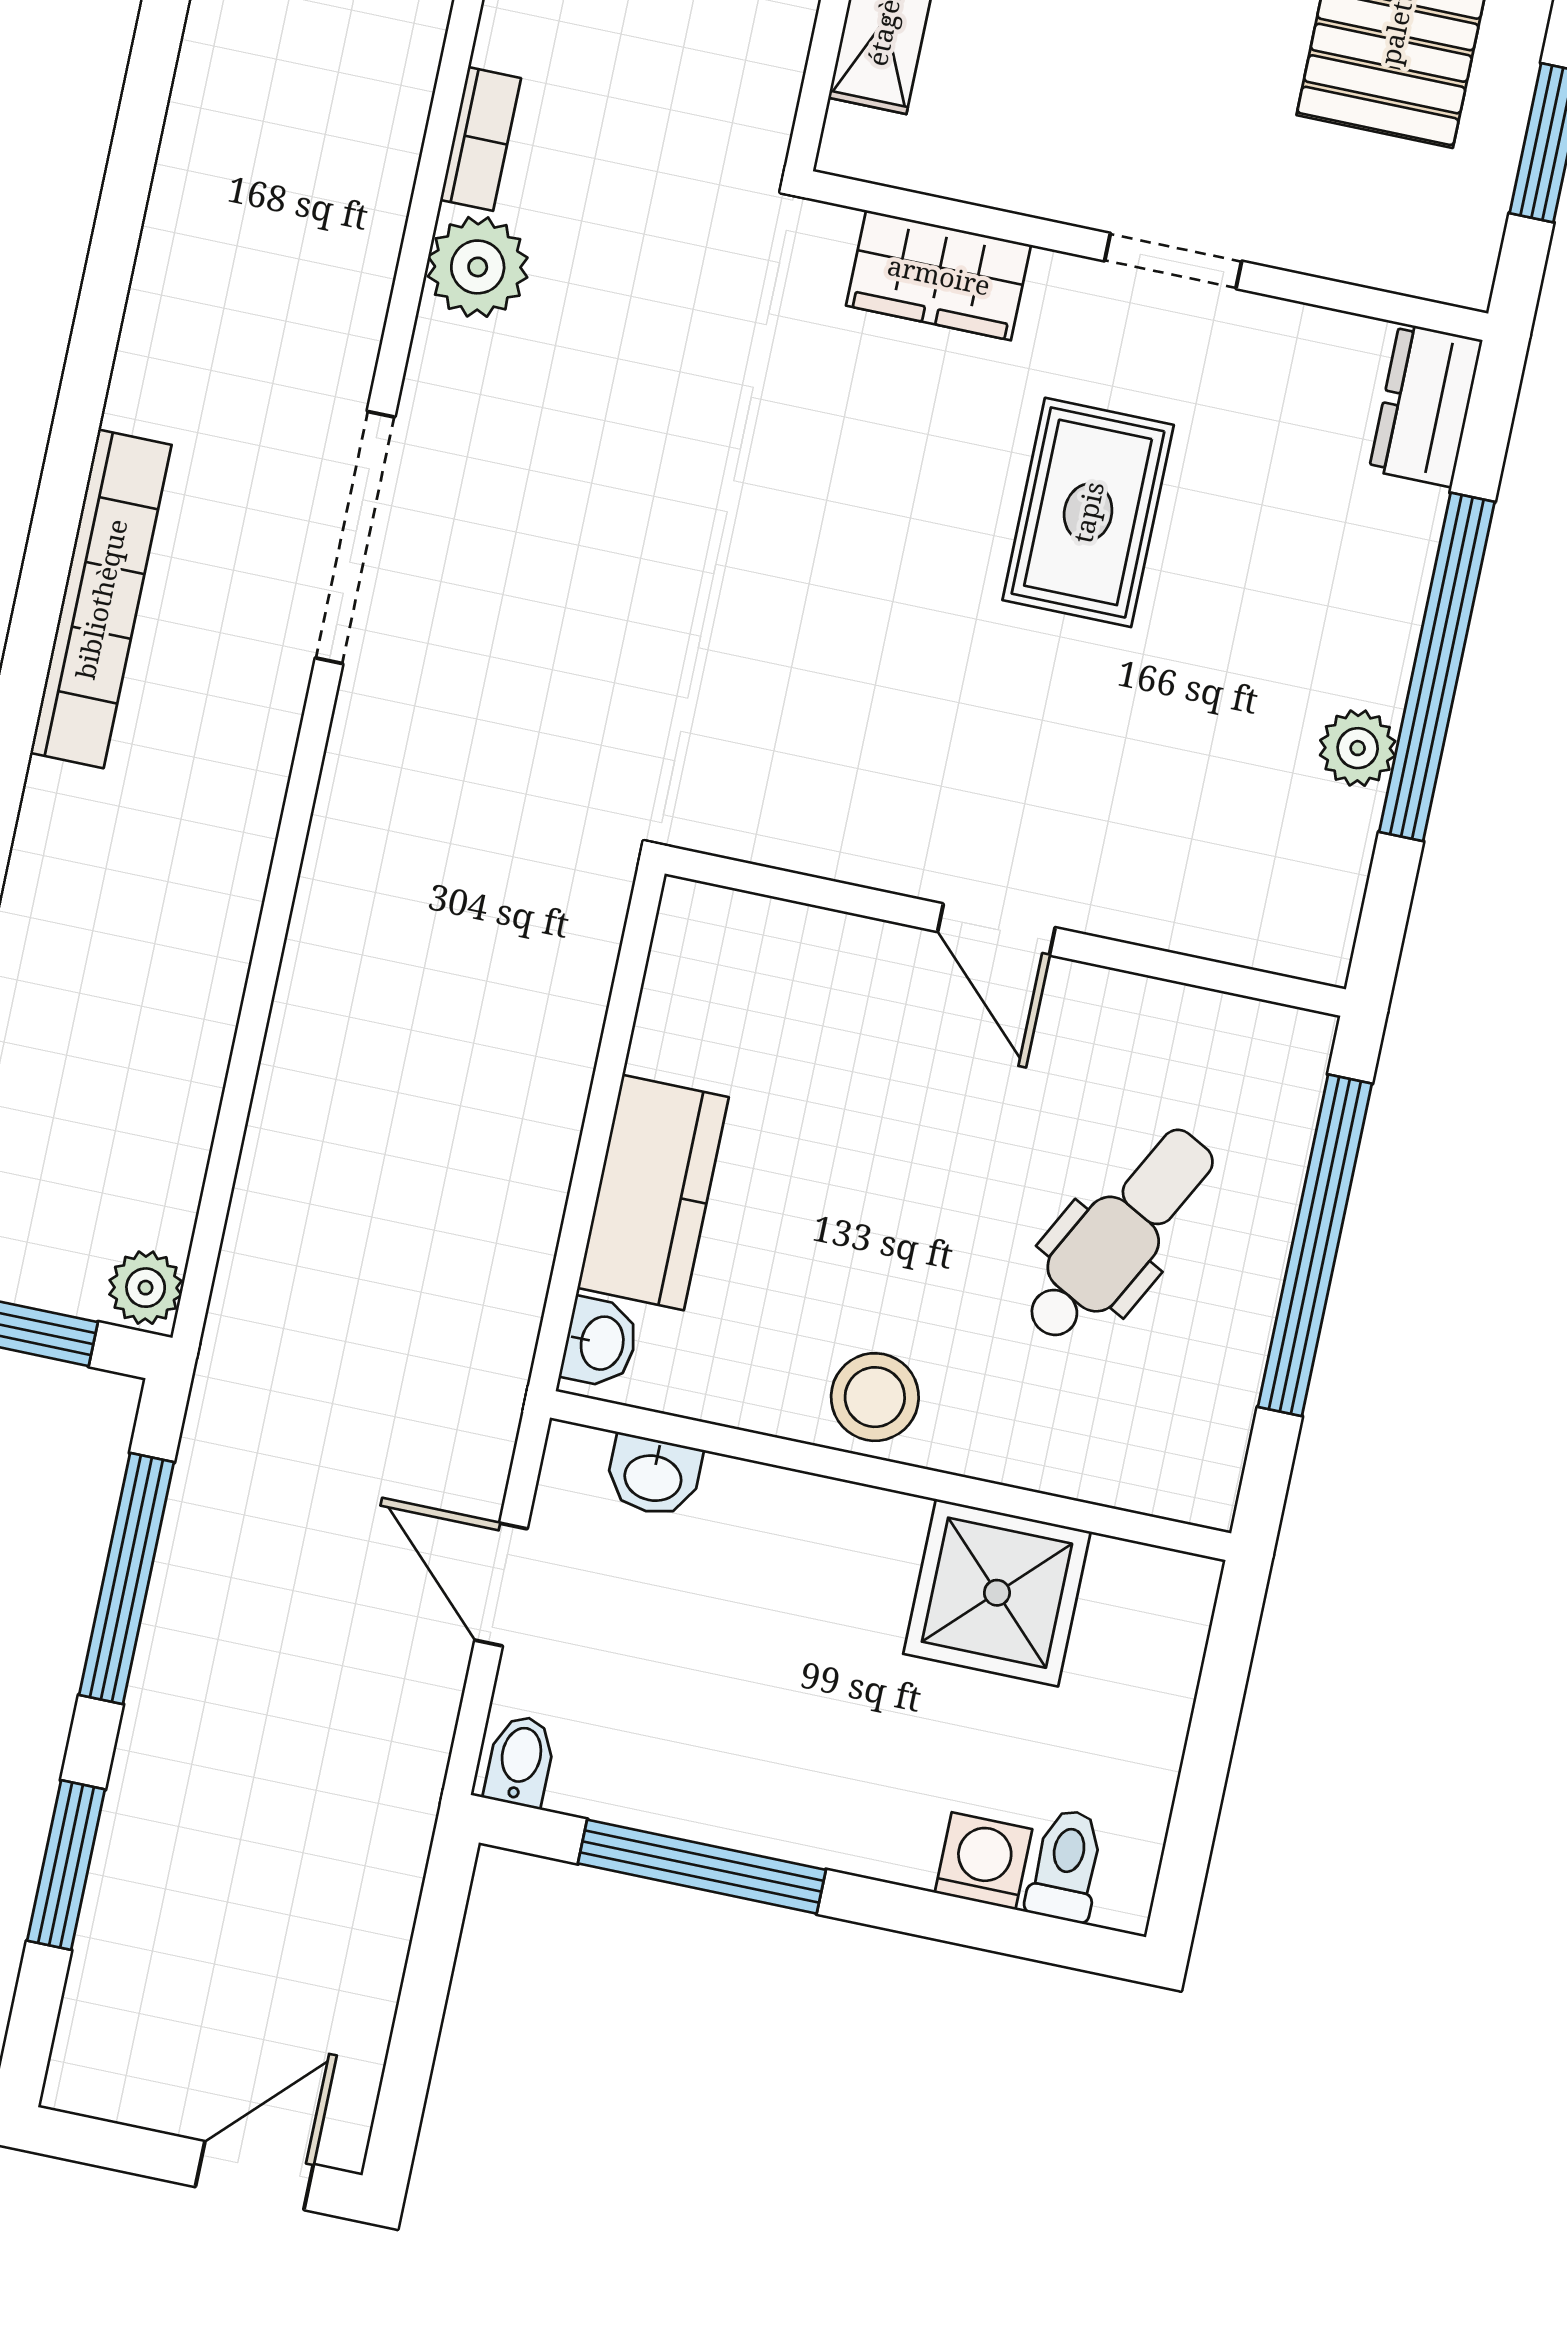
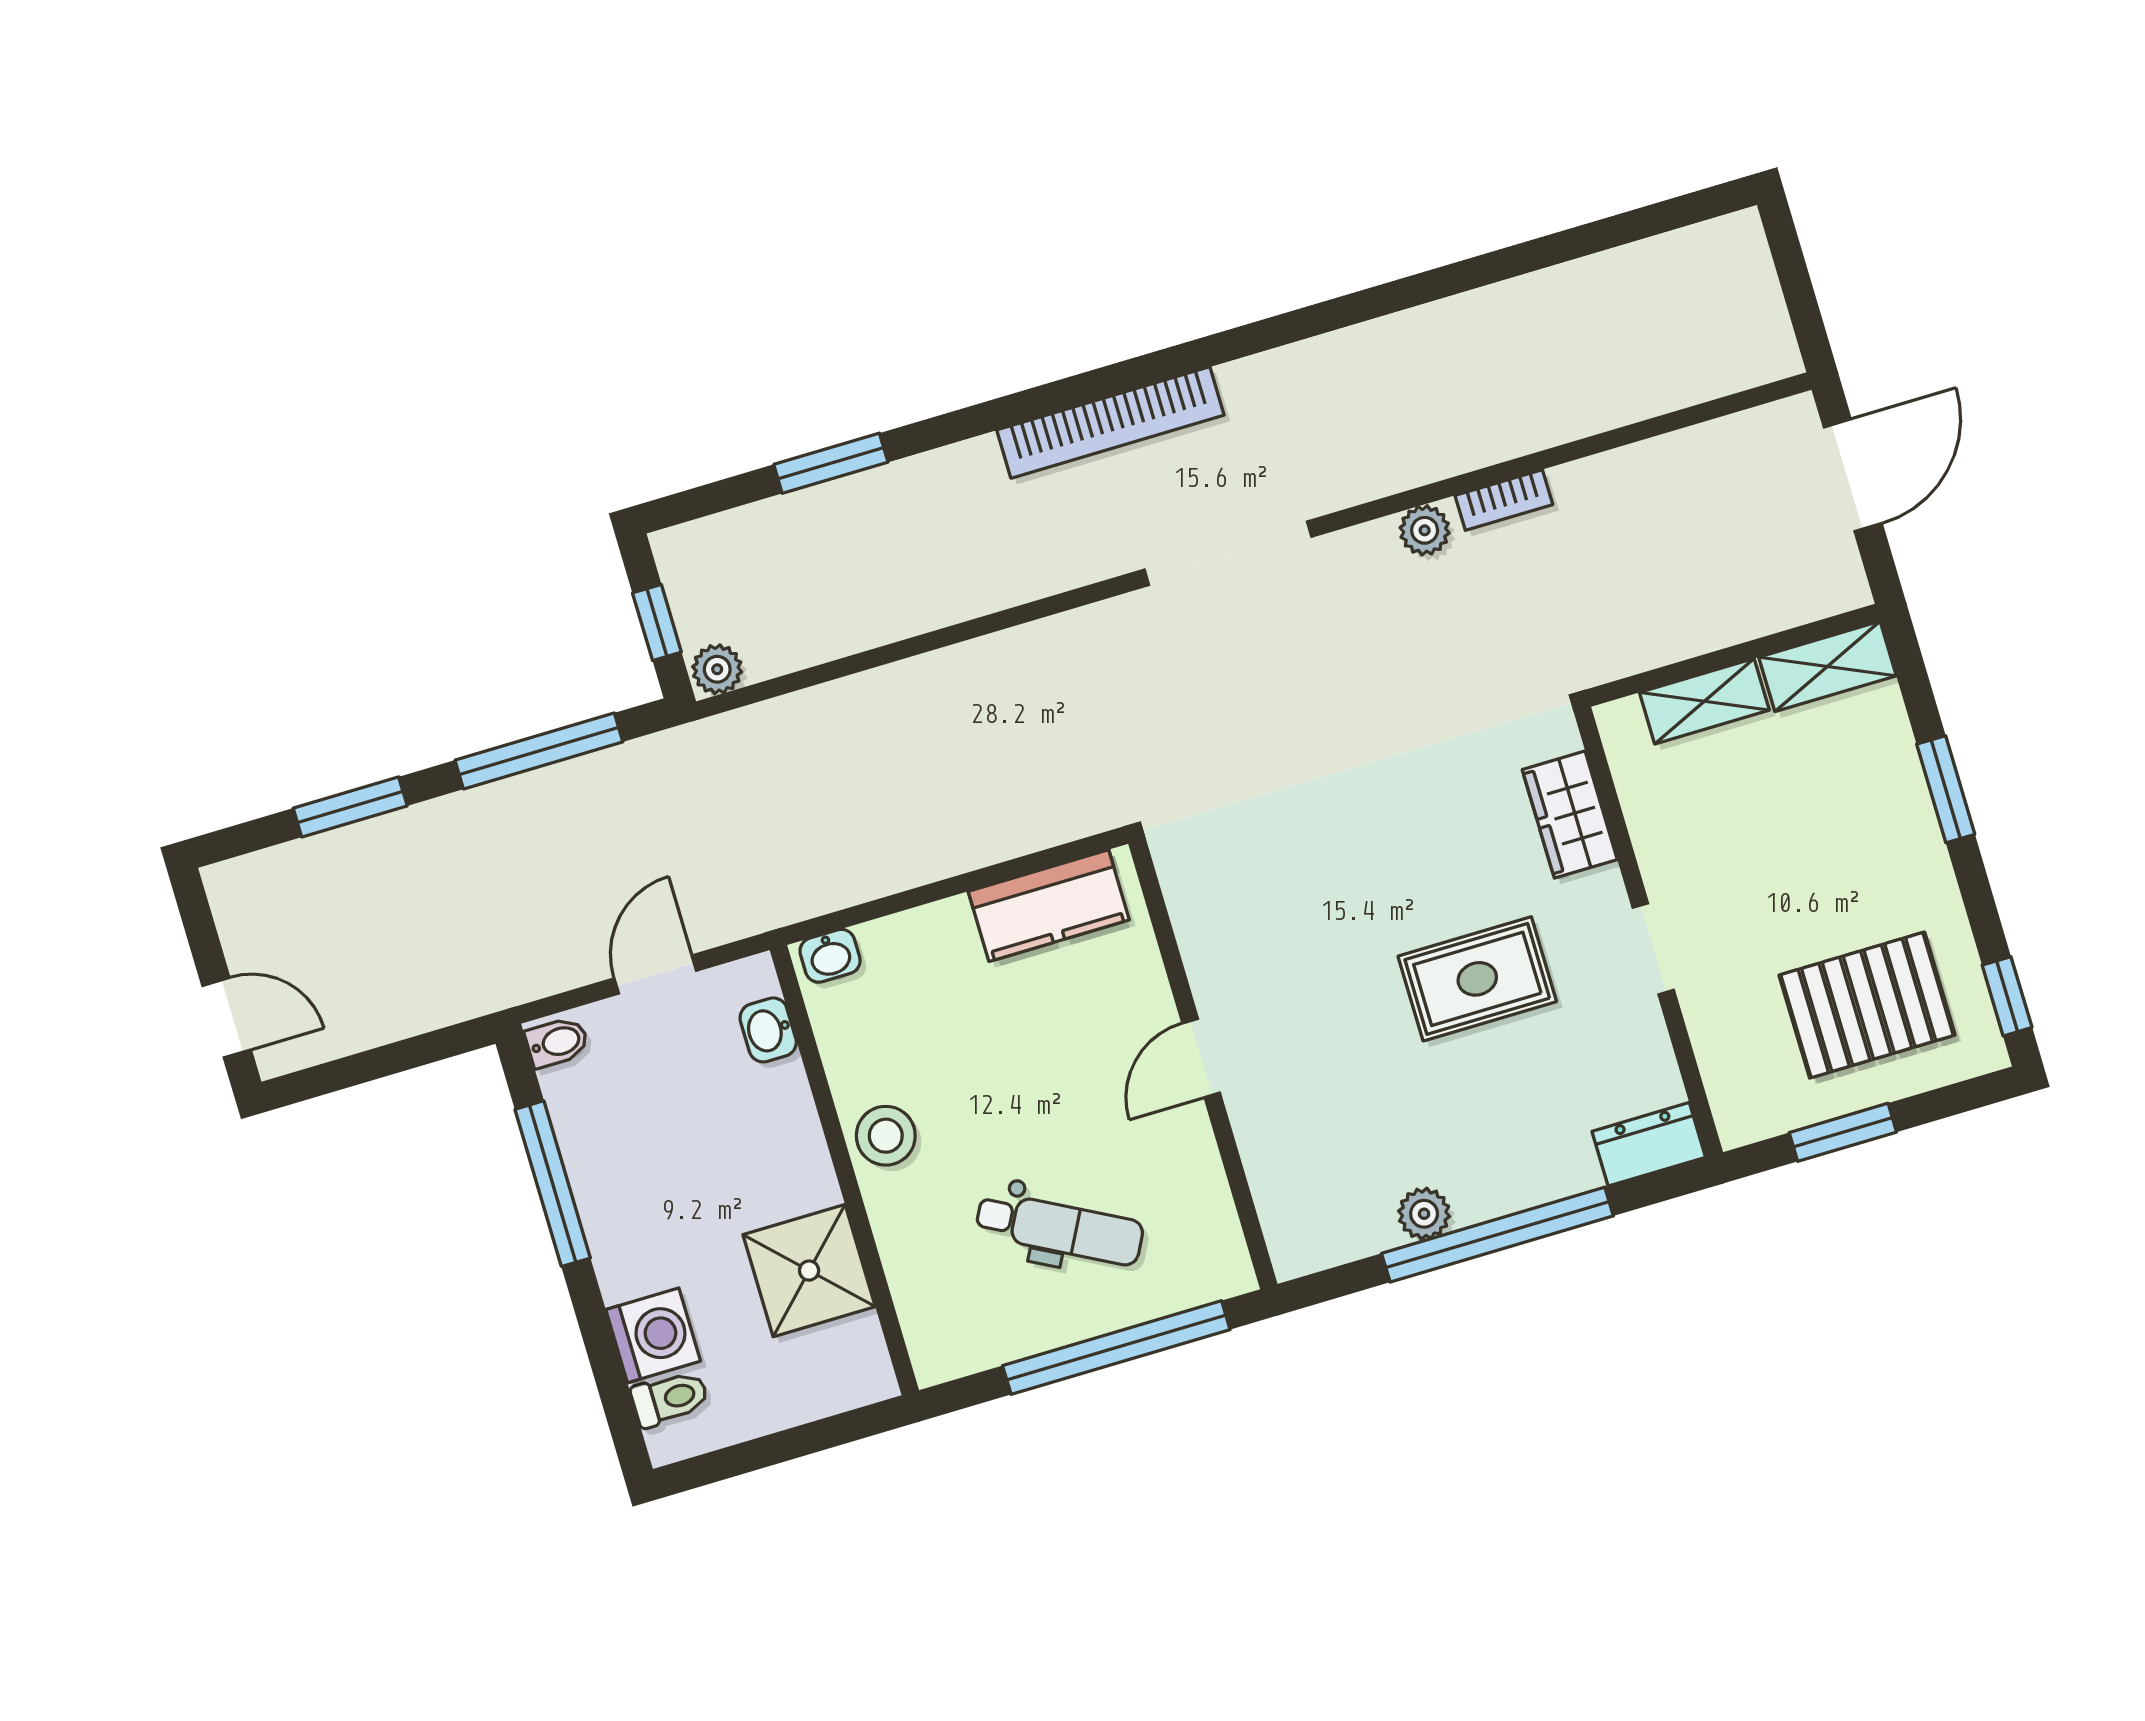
plant: (478, 267) -> (1425, 530), width x0.73, depth x0.73
kitchen counter: (653, 1192) -> (1049, 906), moved
washing machine: (983, 1861) -> (653, 1335), width x1.38, depth x1.38

